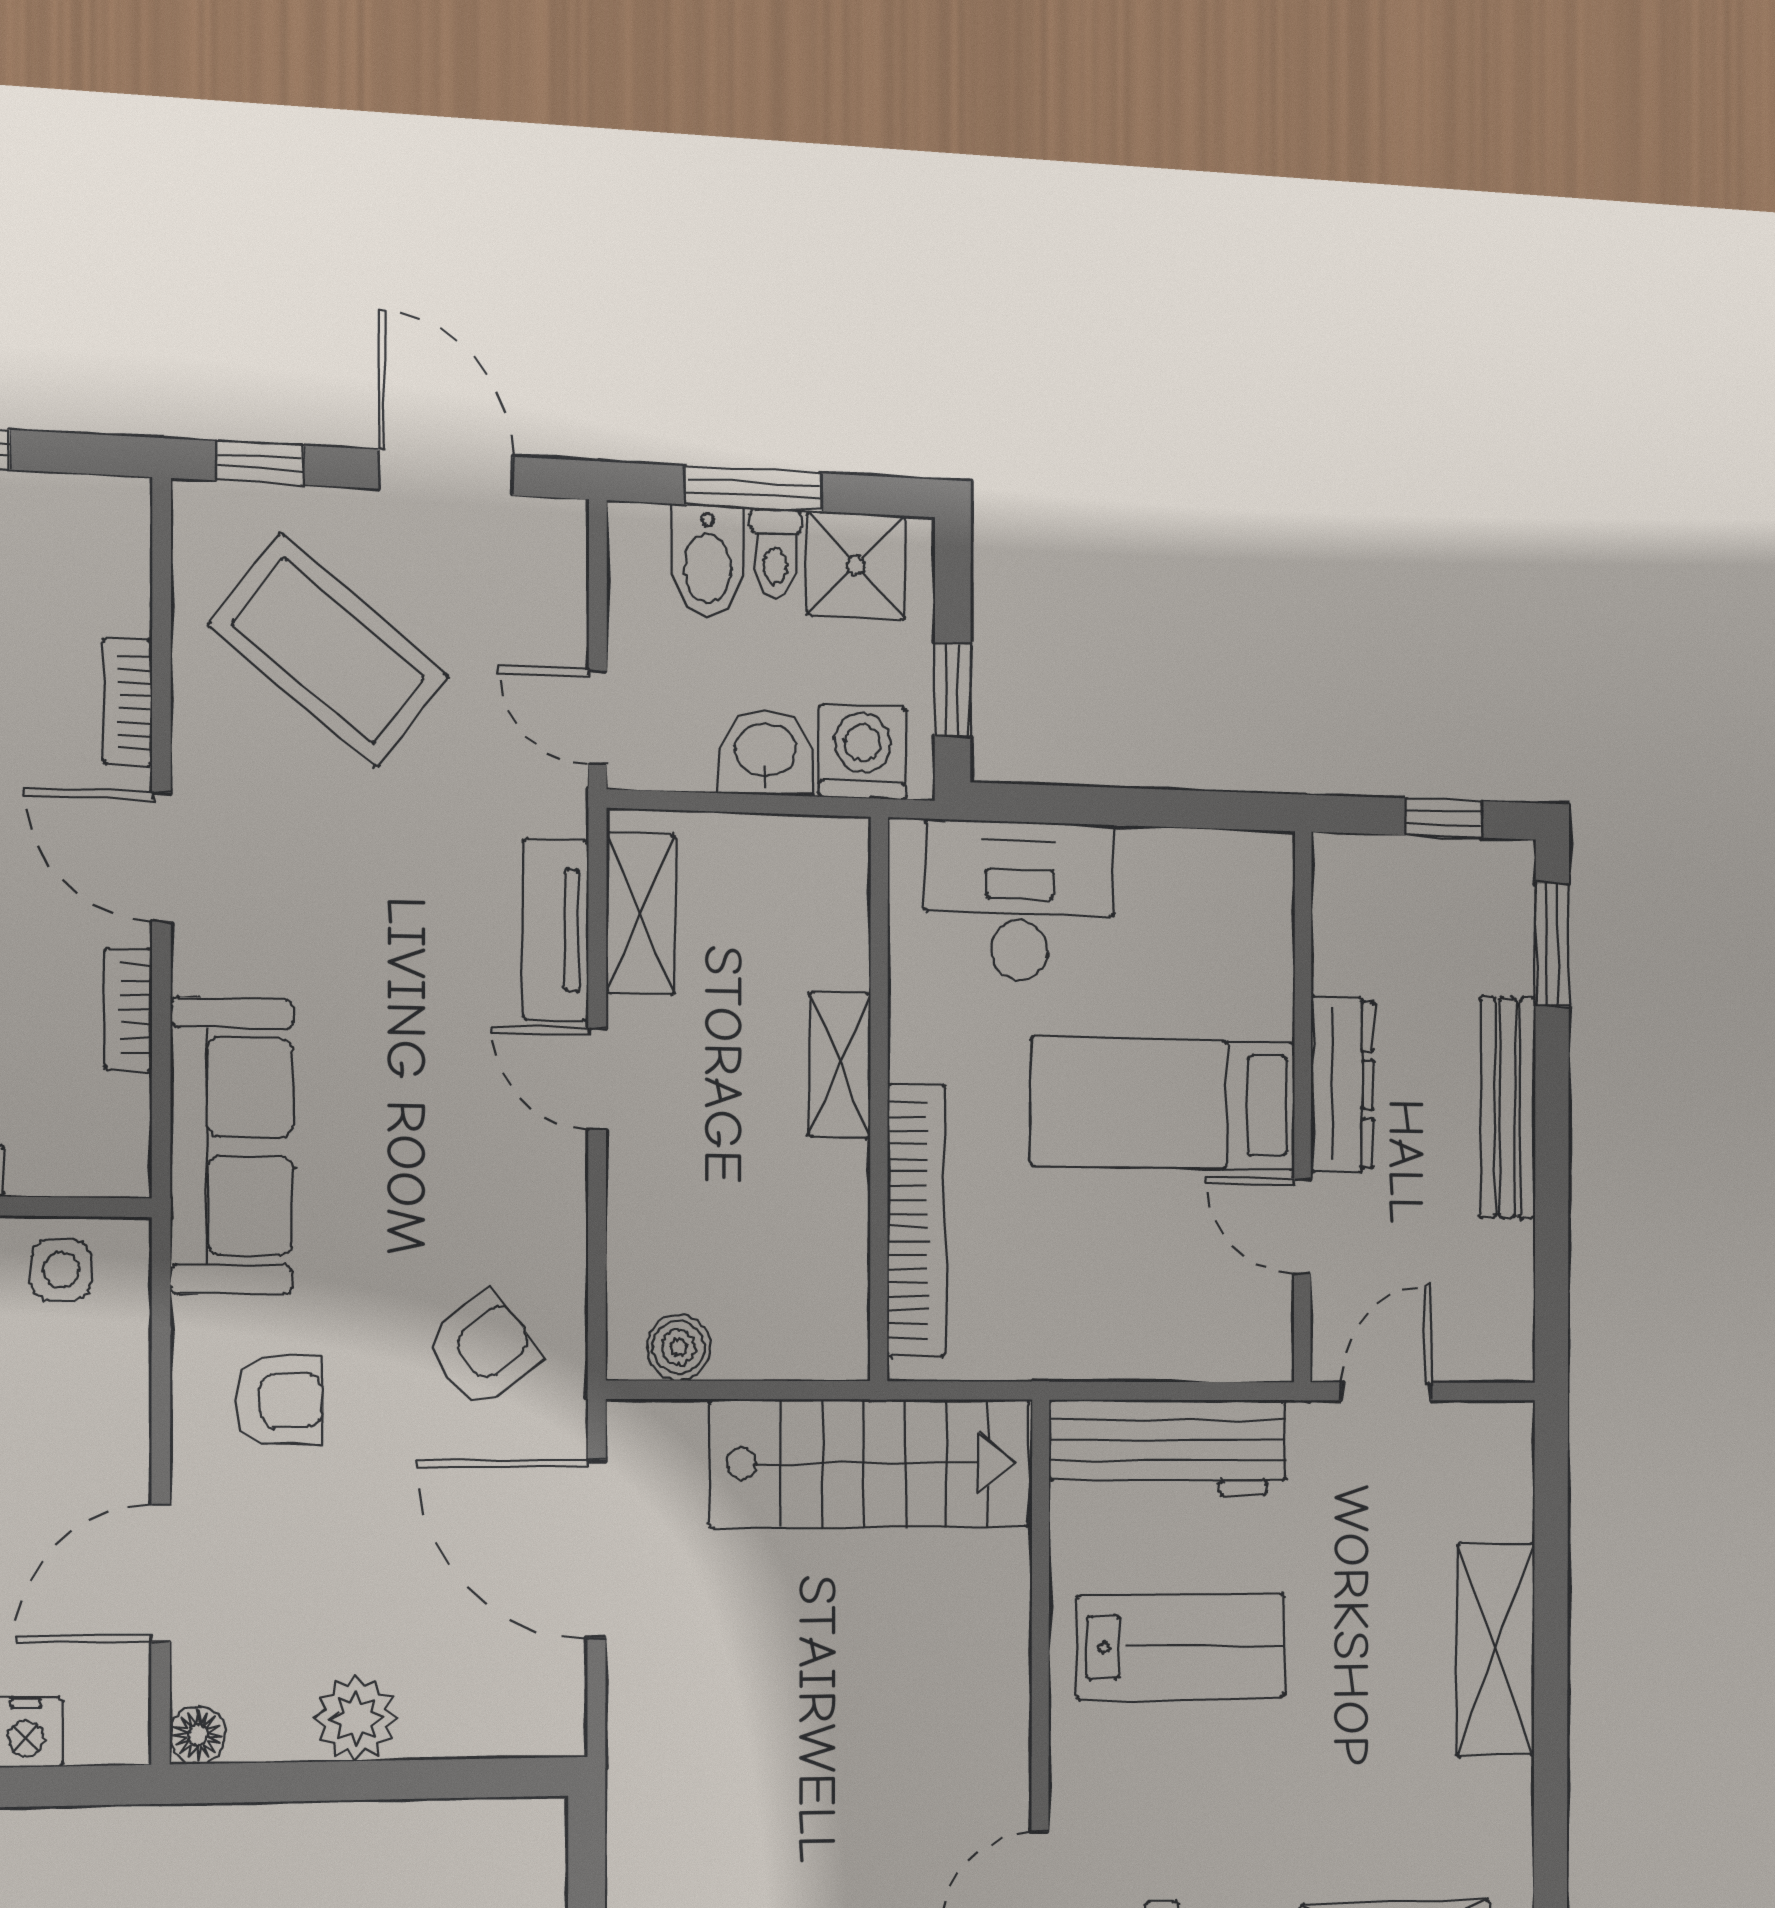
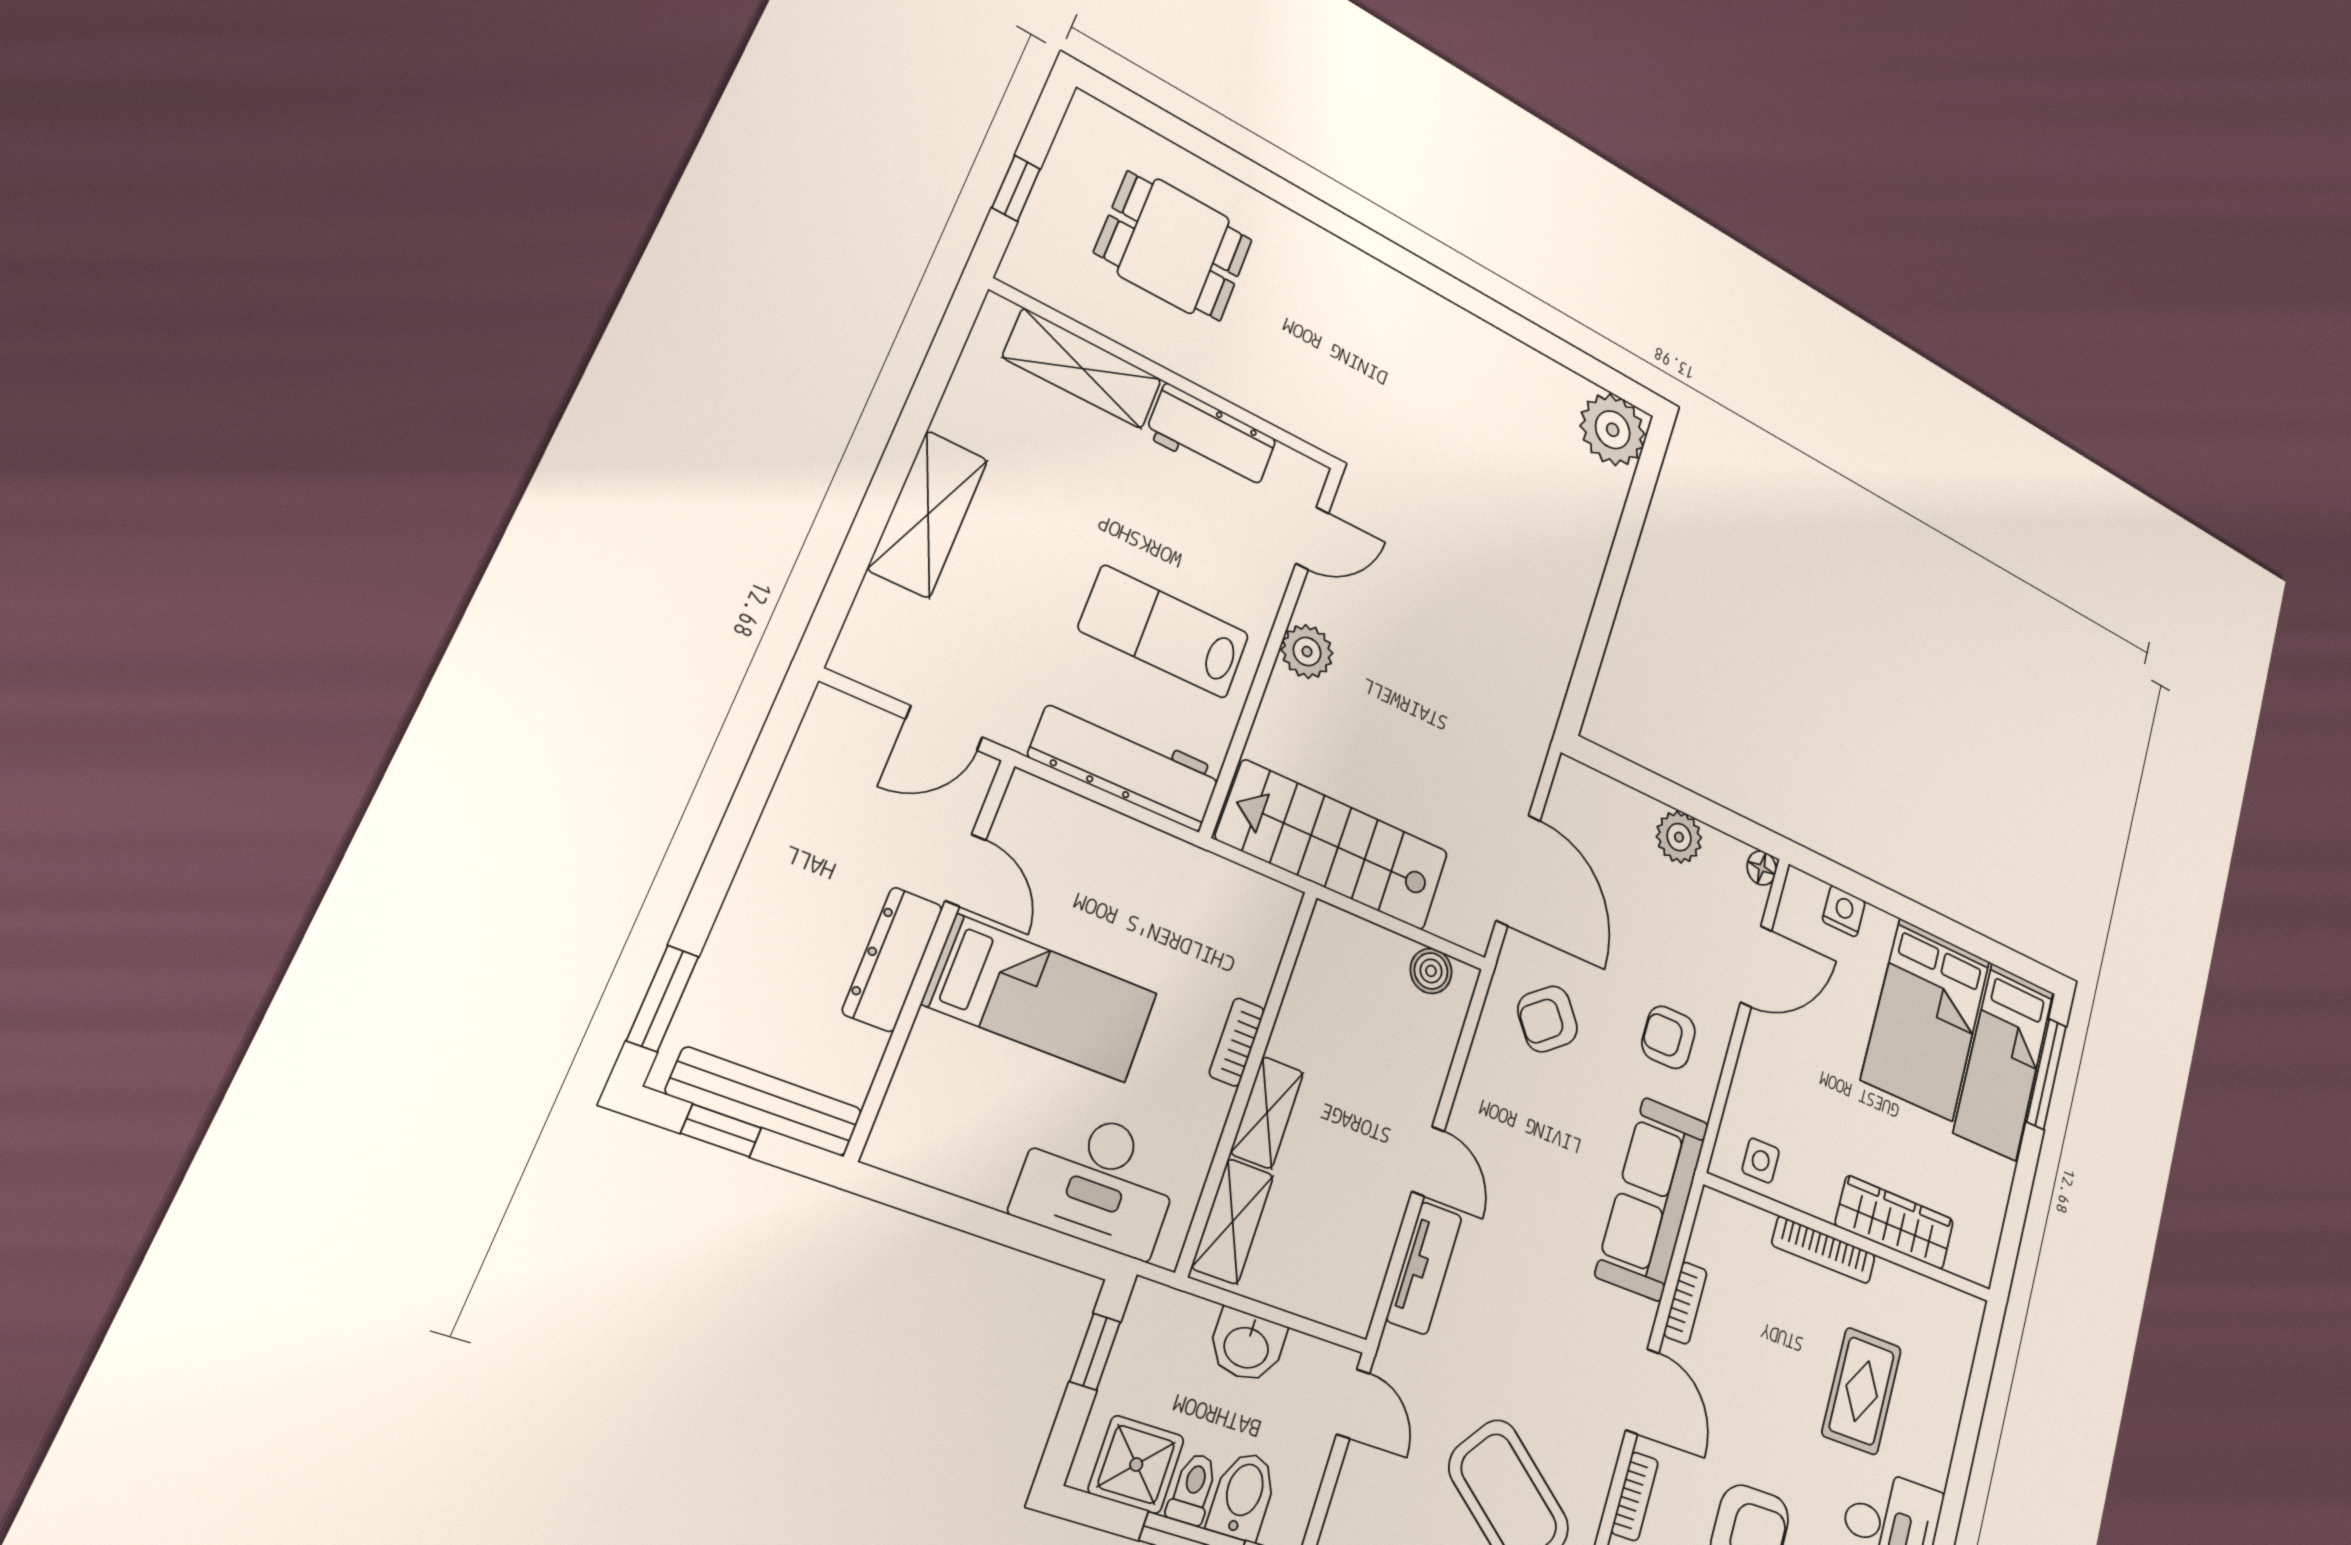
washing machine: (863, 752) -> (1178, 1326), removed
shelving: (641, 914) -> (1233, 1221), moved
bench: (1507, 1108) -> (765, 1102), moved, turned 90
bookcase: (916, 1220) -> (1237, 1042), width x0.43, depth x0.76
plant: (994, 1716) -> (1307, 652), added

